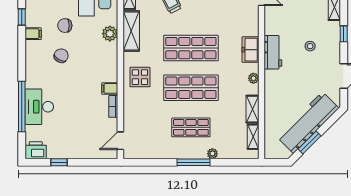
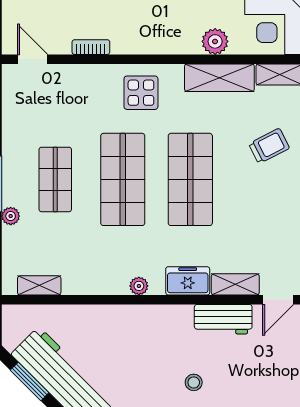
workbench: (273, 52) -> (223, 319), moved
filing cabinet: (110, 88) -> (122, 41), removed
shelving: (253, 109) -> (235, 284), moved

